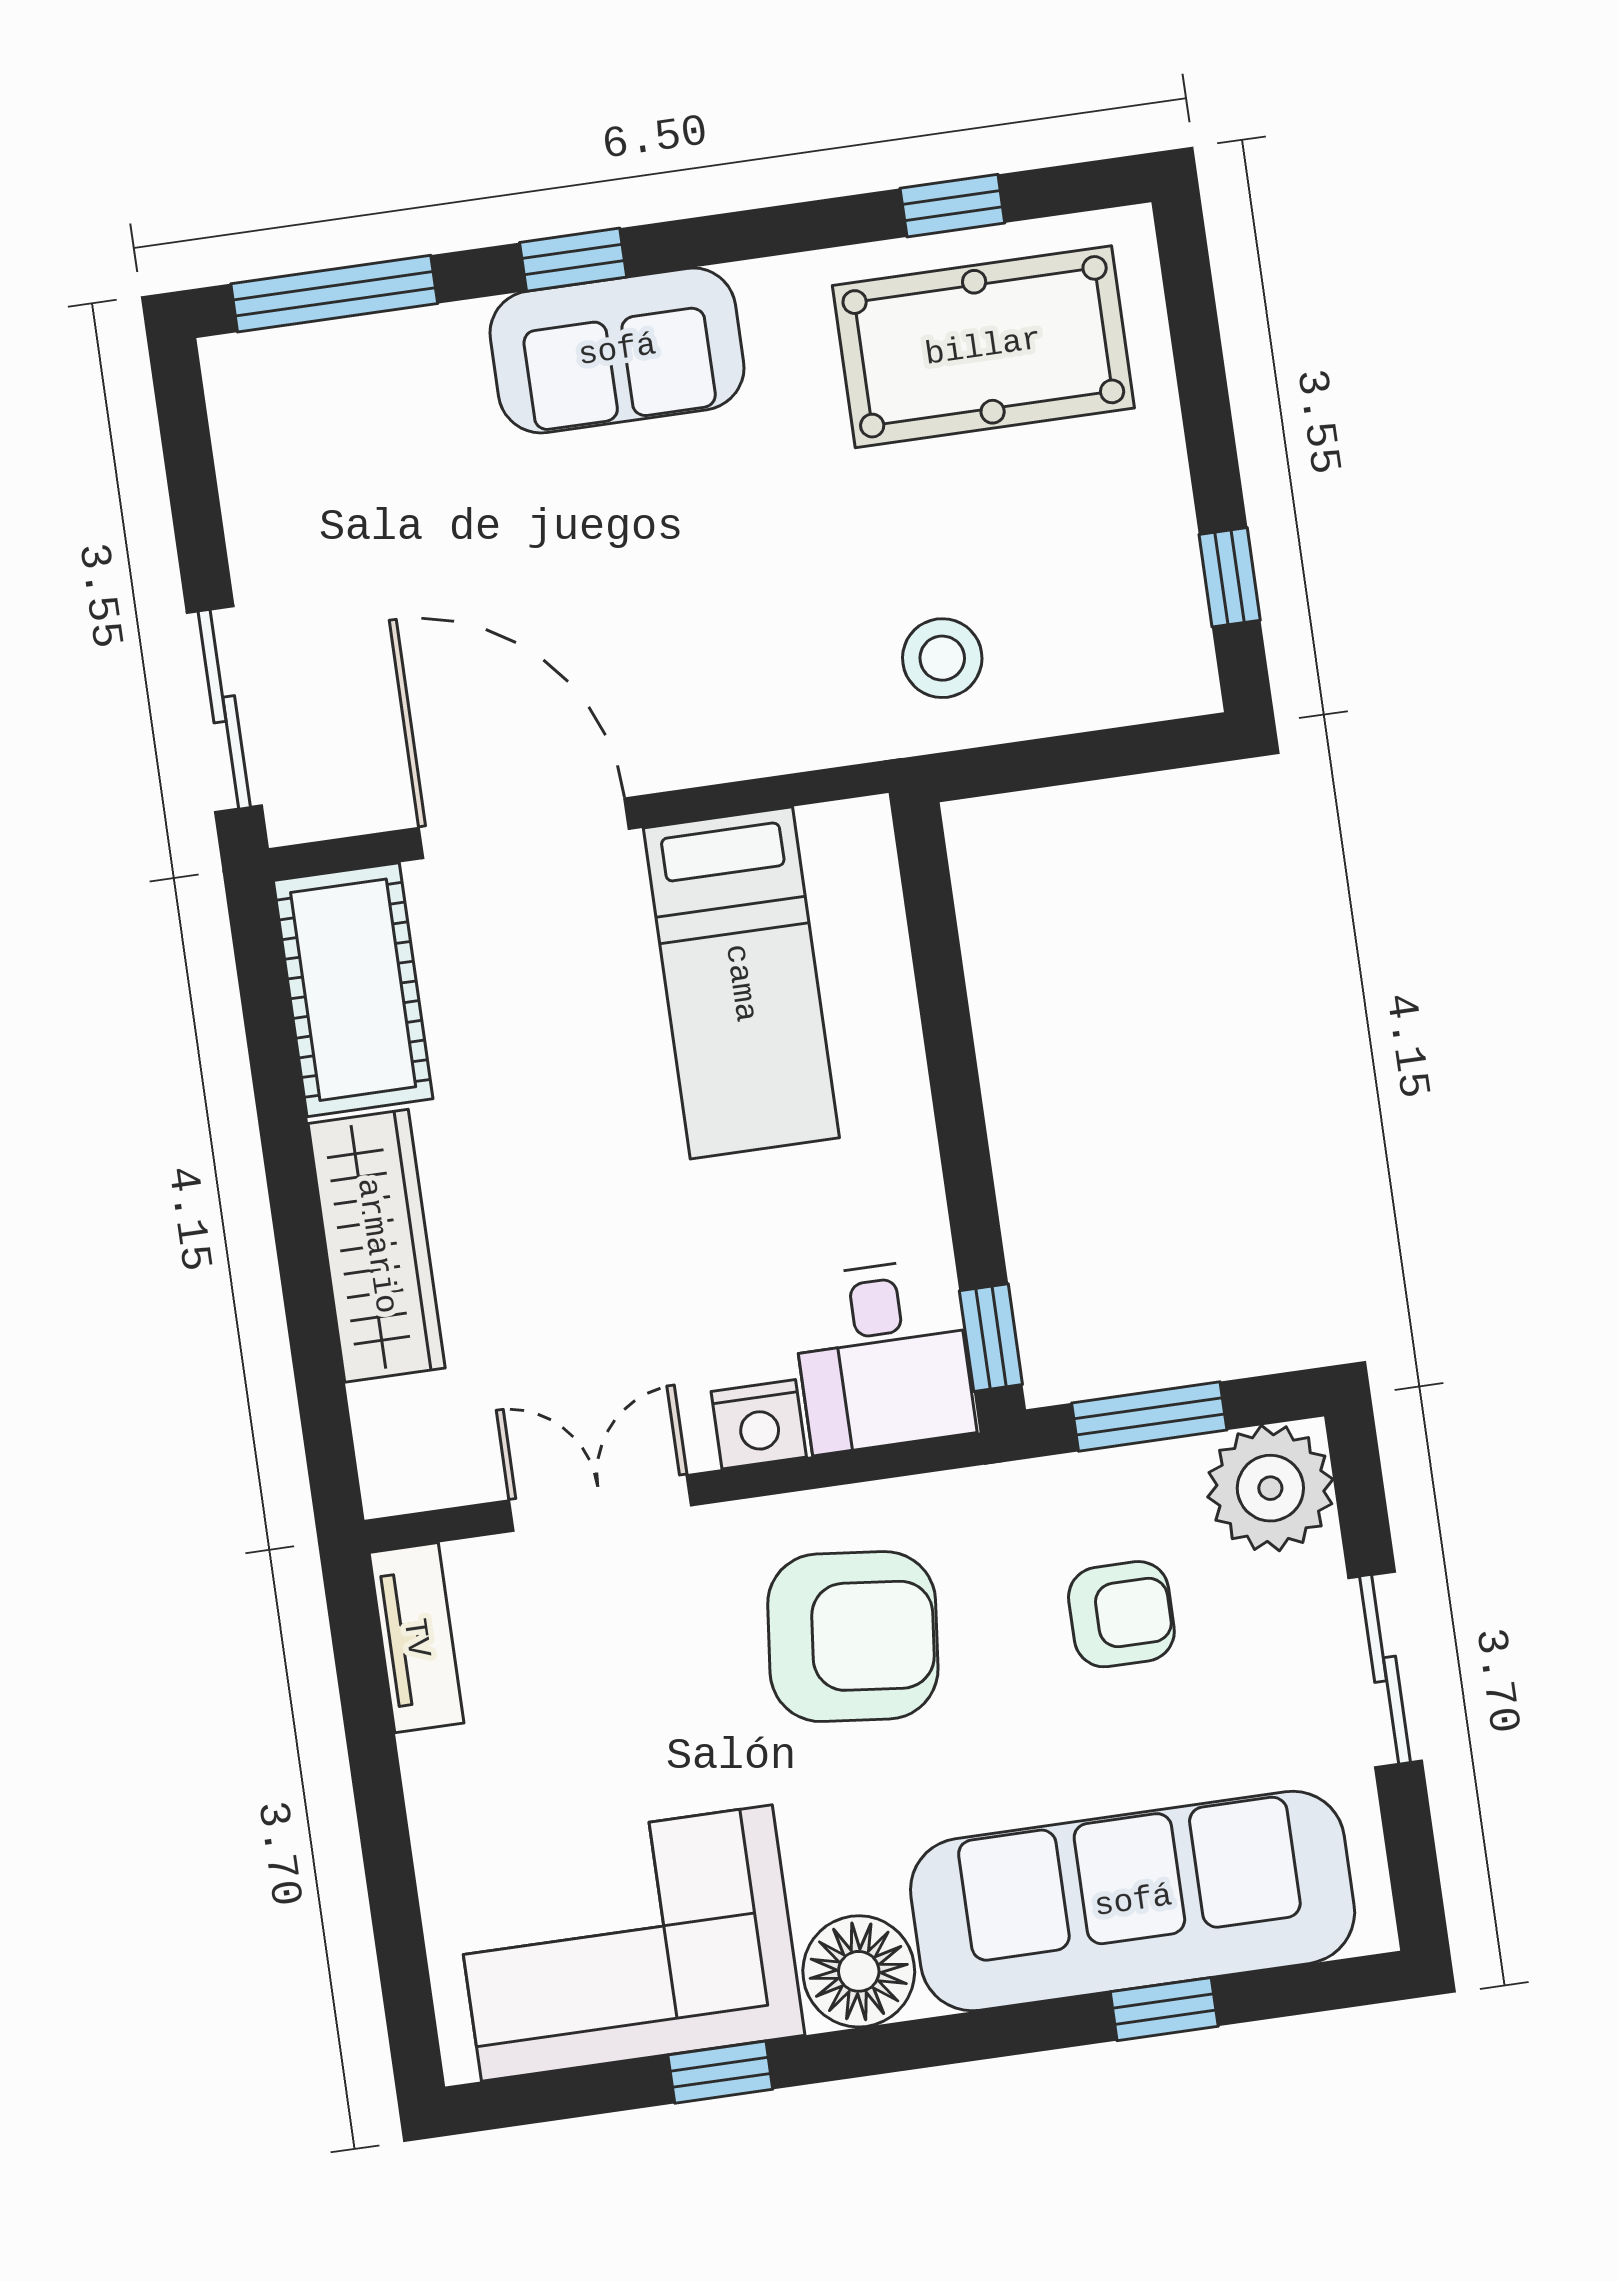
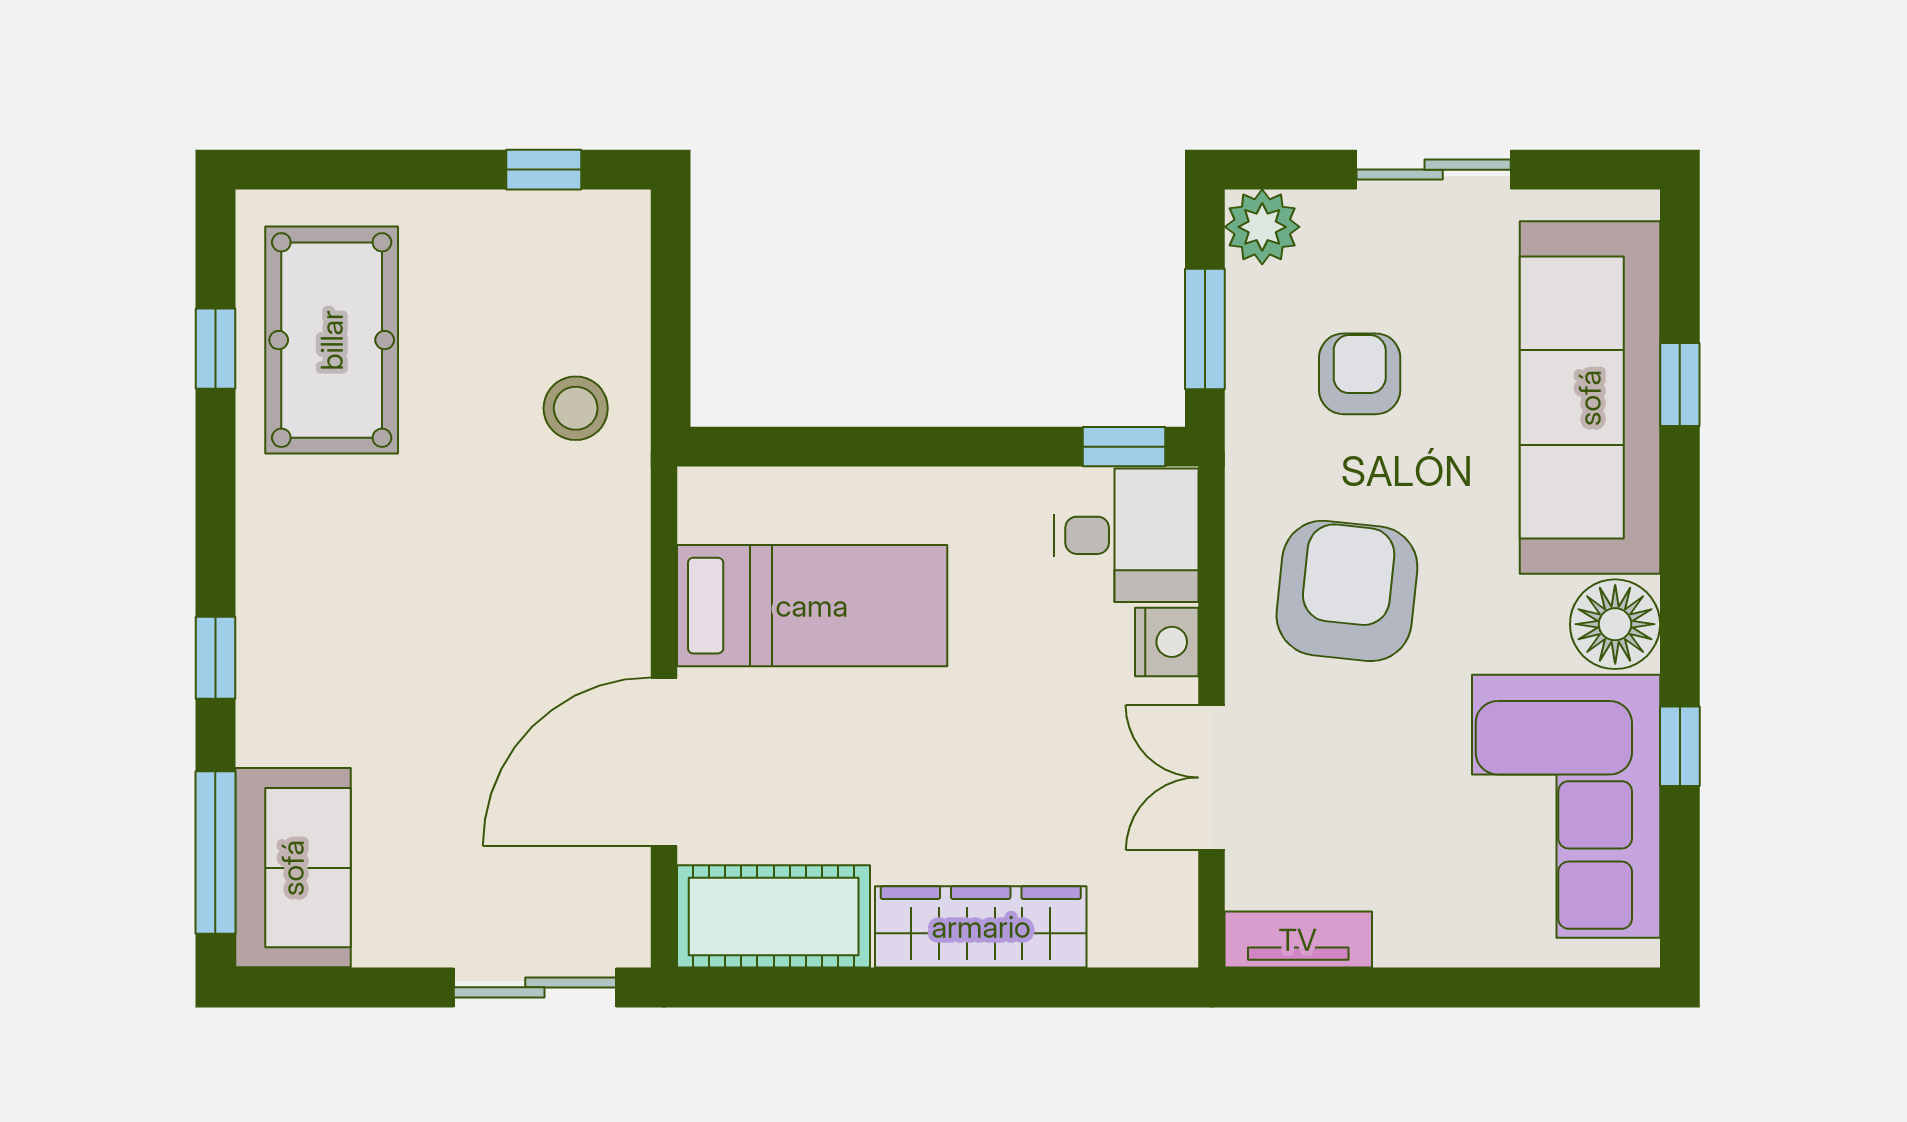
sofa: (617, 350) -> (293, 868), moved
plant: (1270, 1488) -> (1262, 227), width x0.73, depth x0.73

